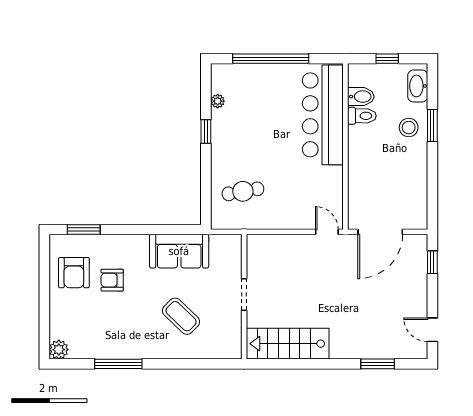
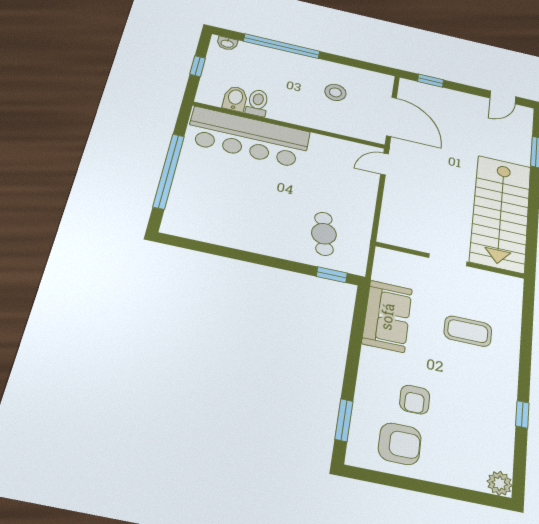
washbasin: (418, 86) -> (227, 43), width x0.52, depth x0.69
plant: (218, 101) -> (208, 235), removed
window: (432, 125) -> (282, 46), width x2.11
stool: (409, 128) -> (335, 92), moved
window: (206, 132) -> (332, 275), moved
coffee table: (181, 316) -> (468, 331), turned 46
stairs: (288, 344) -> (501, 213), width x1.36, depth x1.51
window: (118, 364) -> (522, 414), width x0.46

